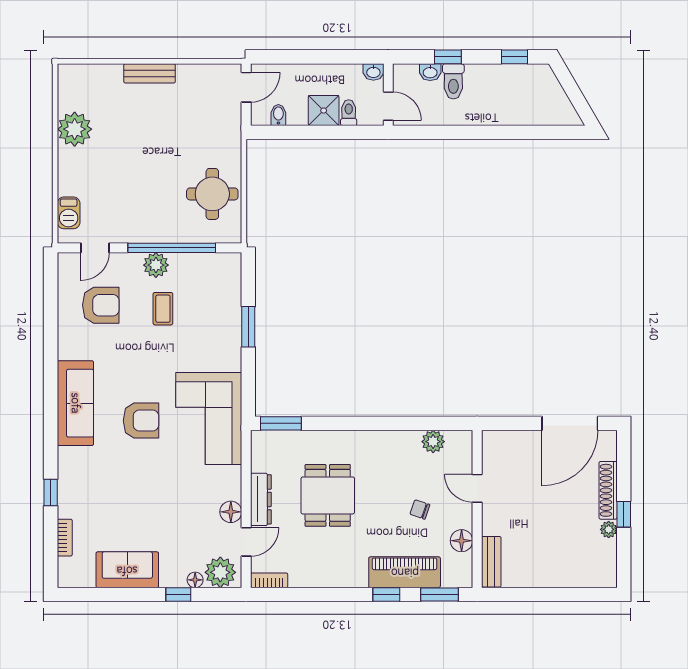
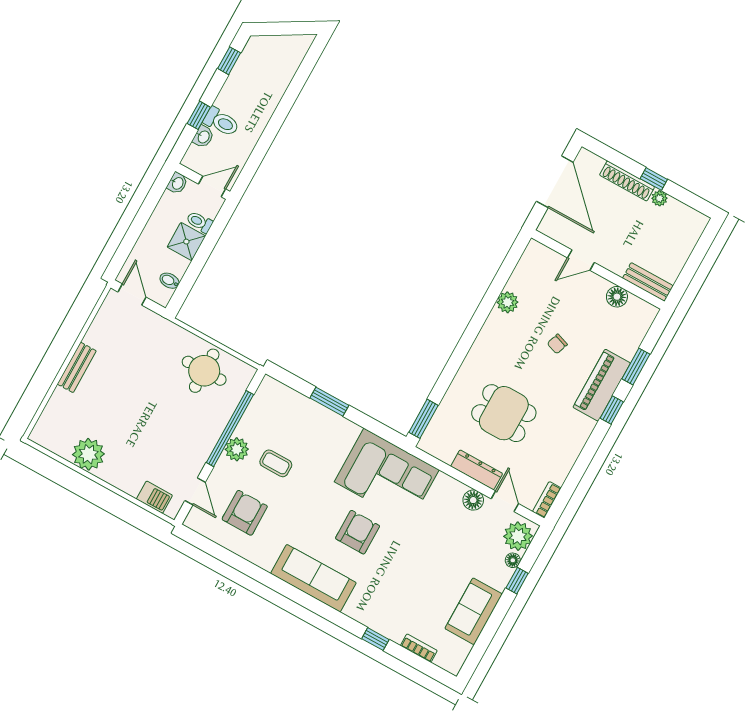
door: (477, 488) -> (581, 260), moved
wall: (477, 509) -> (598, 269), moved
floor lamp: (462, 541) -> (617, 297), moved
bench: (491, 562) -> (648, 282), moved

